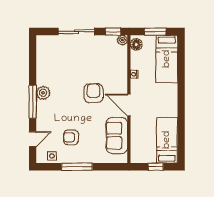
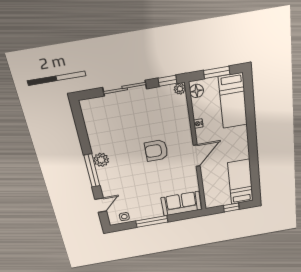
armchair: (93, 93) -> (156, 151), turned -90
door: (129, 105) -> (197, 156), swing flipped
sofa: (117, 136) -> (181, 204), moved, turned 90
armchair: (71, 137) -> (140, 197), removed

